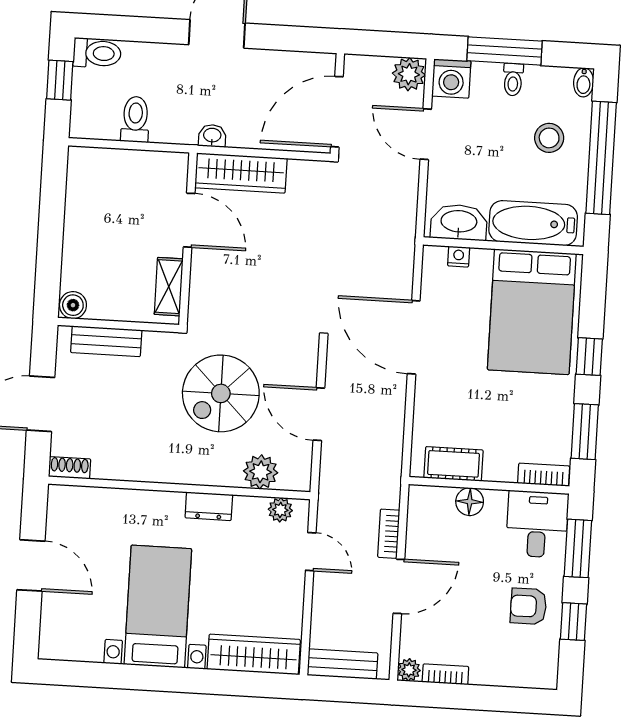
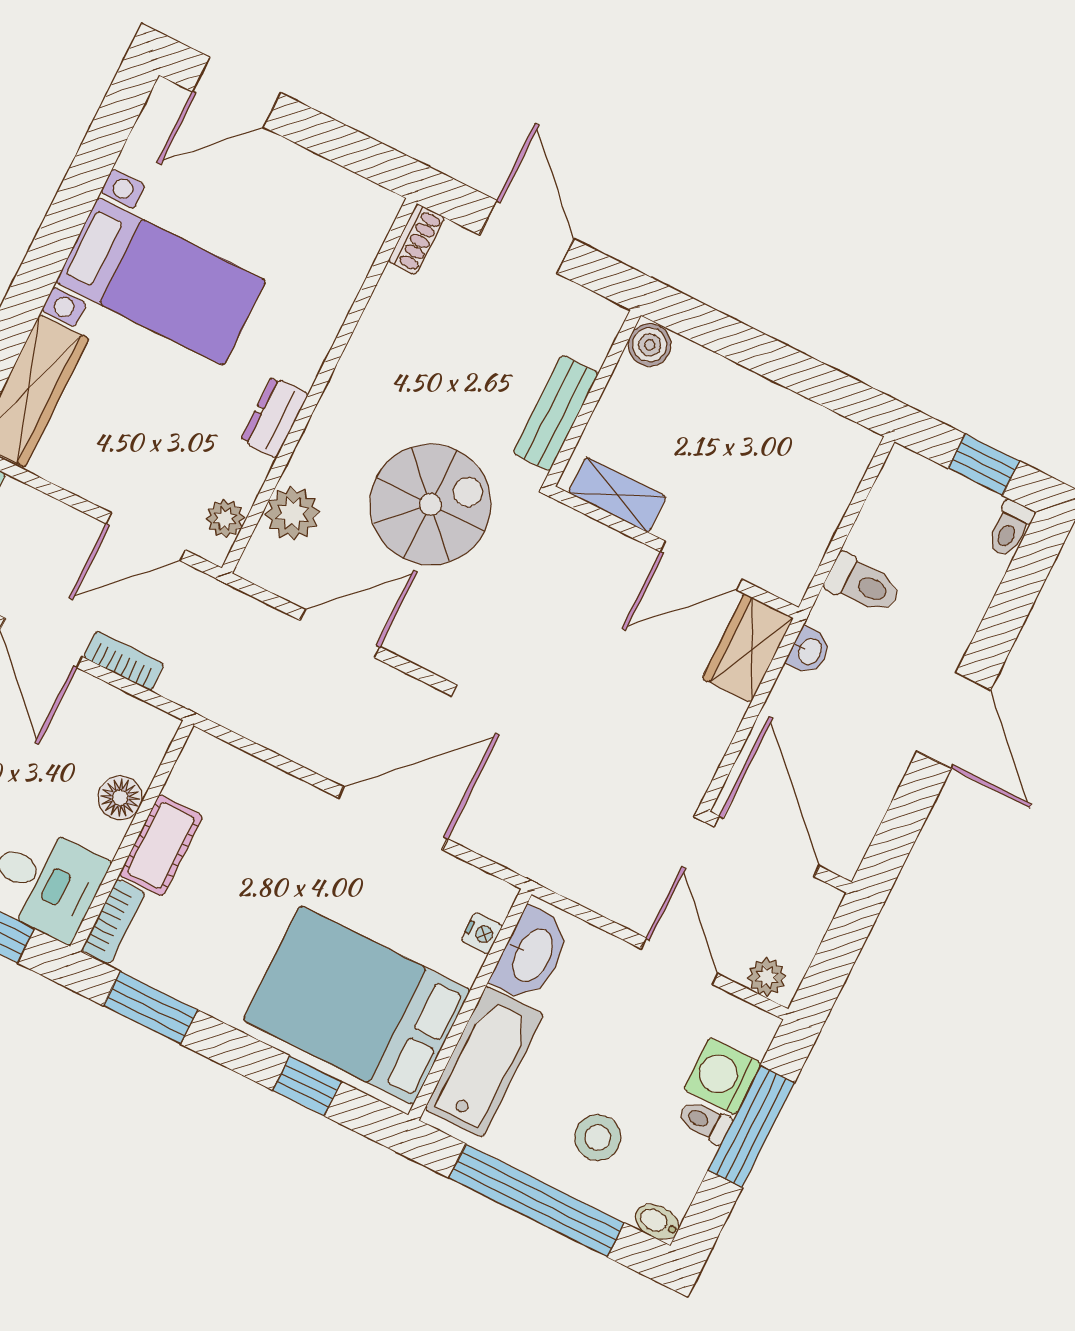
toilet: (97, 53) -> (1010, 529), width x0.73, depth x0.72
plant: (409, 74) -> (767, 977), width x0.73, depth x0.73
washing machine: (451, 79) -> (723, 1076), moved
toilet: (135, 119) -> (863, 584), moved
door: (426, 134) -> (679, 961), hinge flipped
wardrobe: (241, 173) -> (748, 648), width x0.67
bench: (106, 341) -> (556, 413), moved
window: (589, 357) -> (307, 1086), moved
spiral stairs: (221, 393) -> (430, 504), turned 90
cot: (453, 464) -> (161, 846), moved
door: (311, 552) -> (146, 537), width x1.38
door: (31, 565) -> (237, 92), moved

